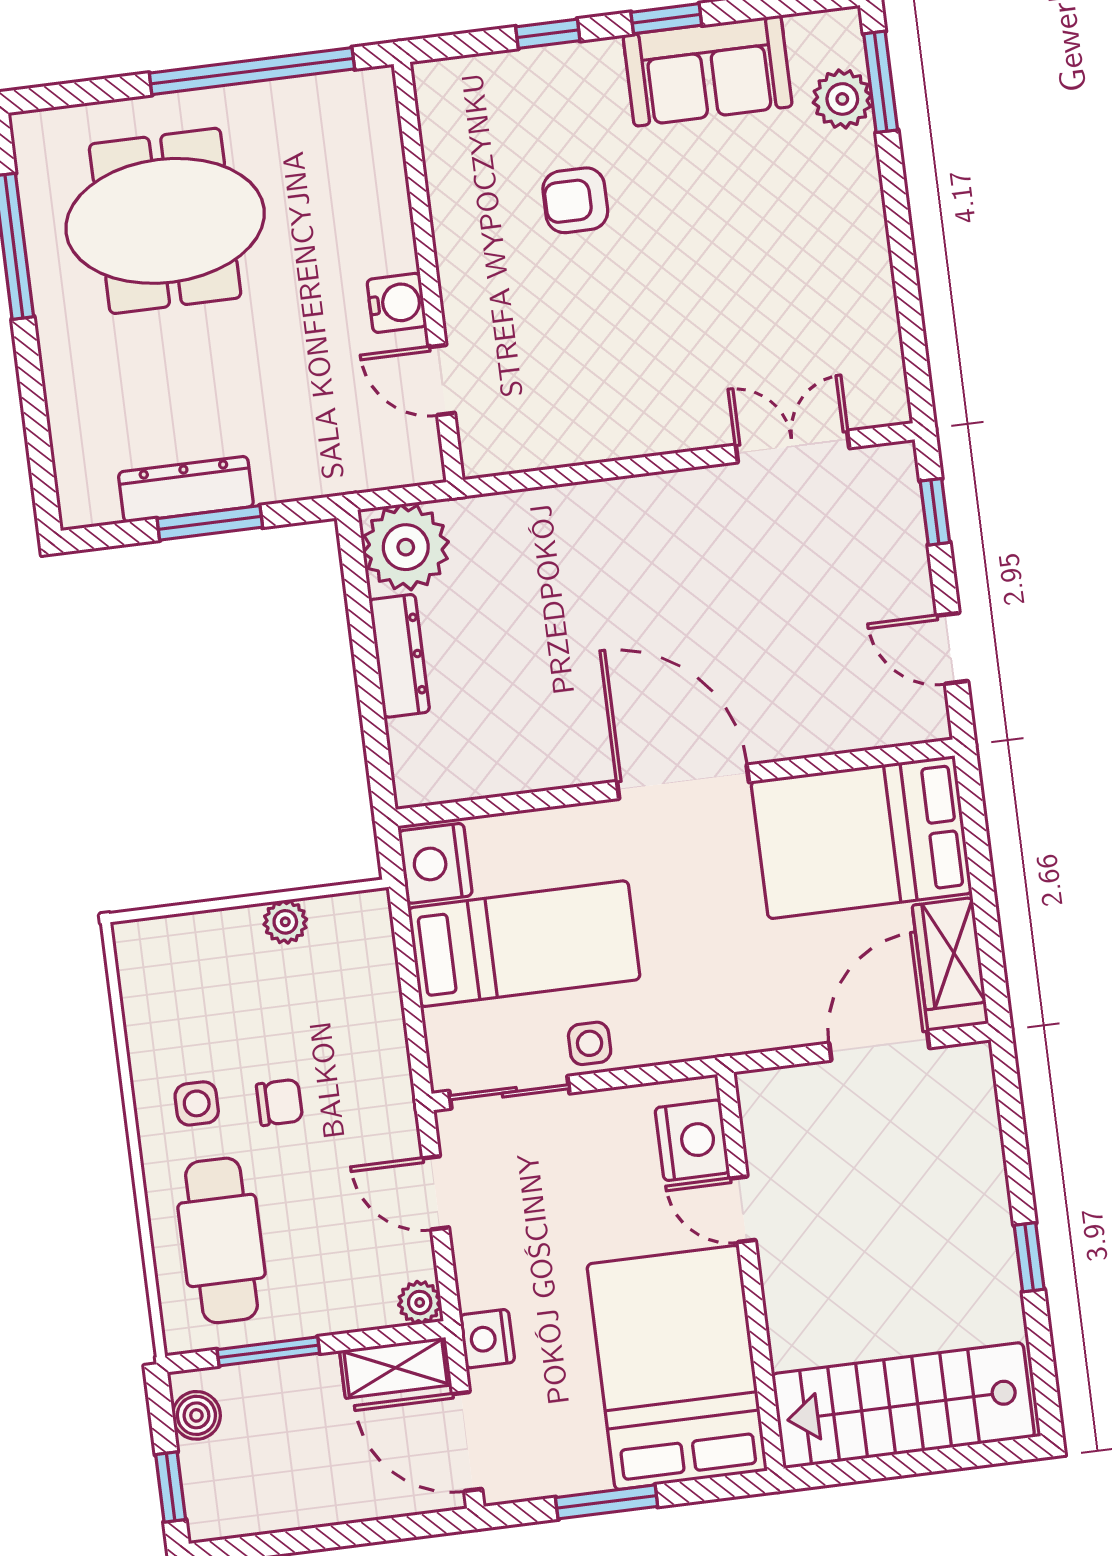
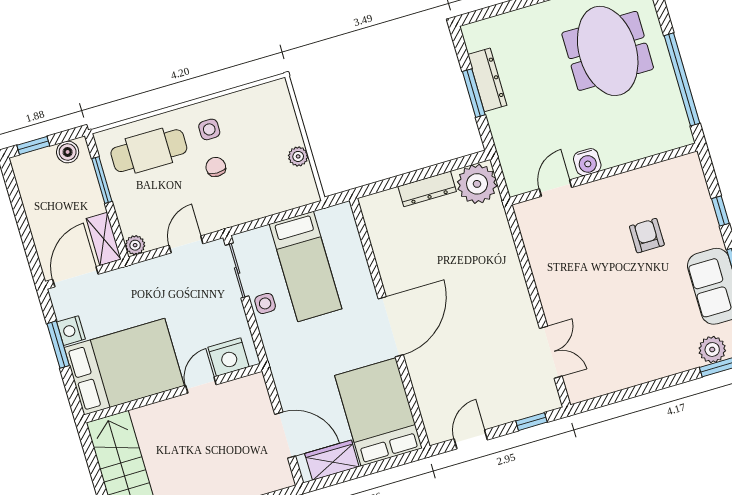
nightstand: (435, 863) -> (336, 220), removed
chair: (279, 1102) -> (216, 167), turned 180
nightstand: (487, 1339) -> (71, 331), moved, turned -90

